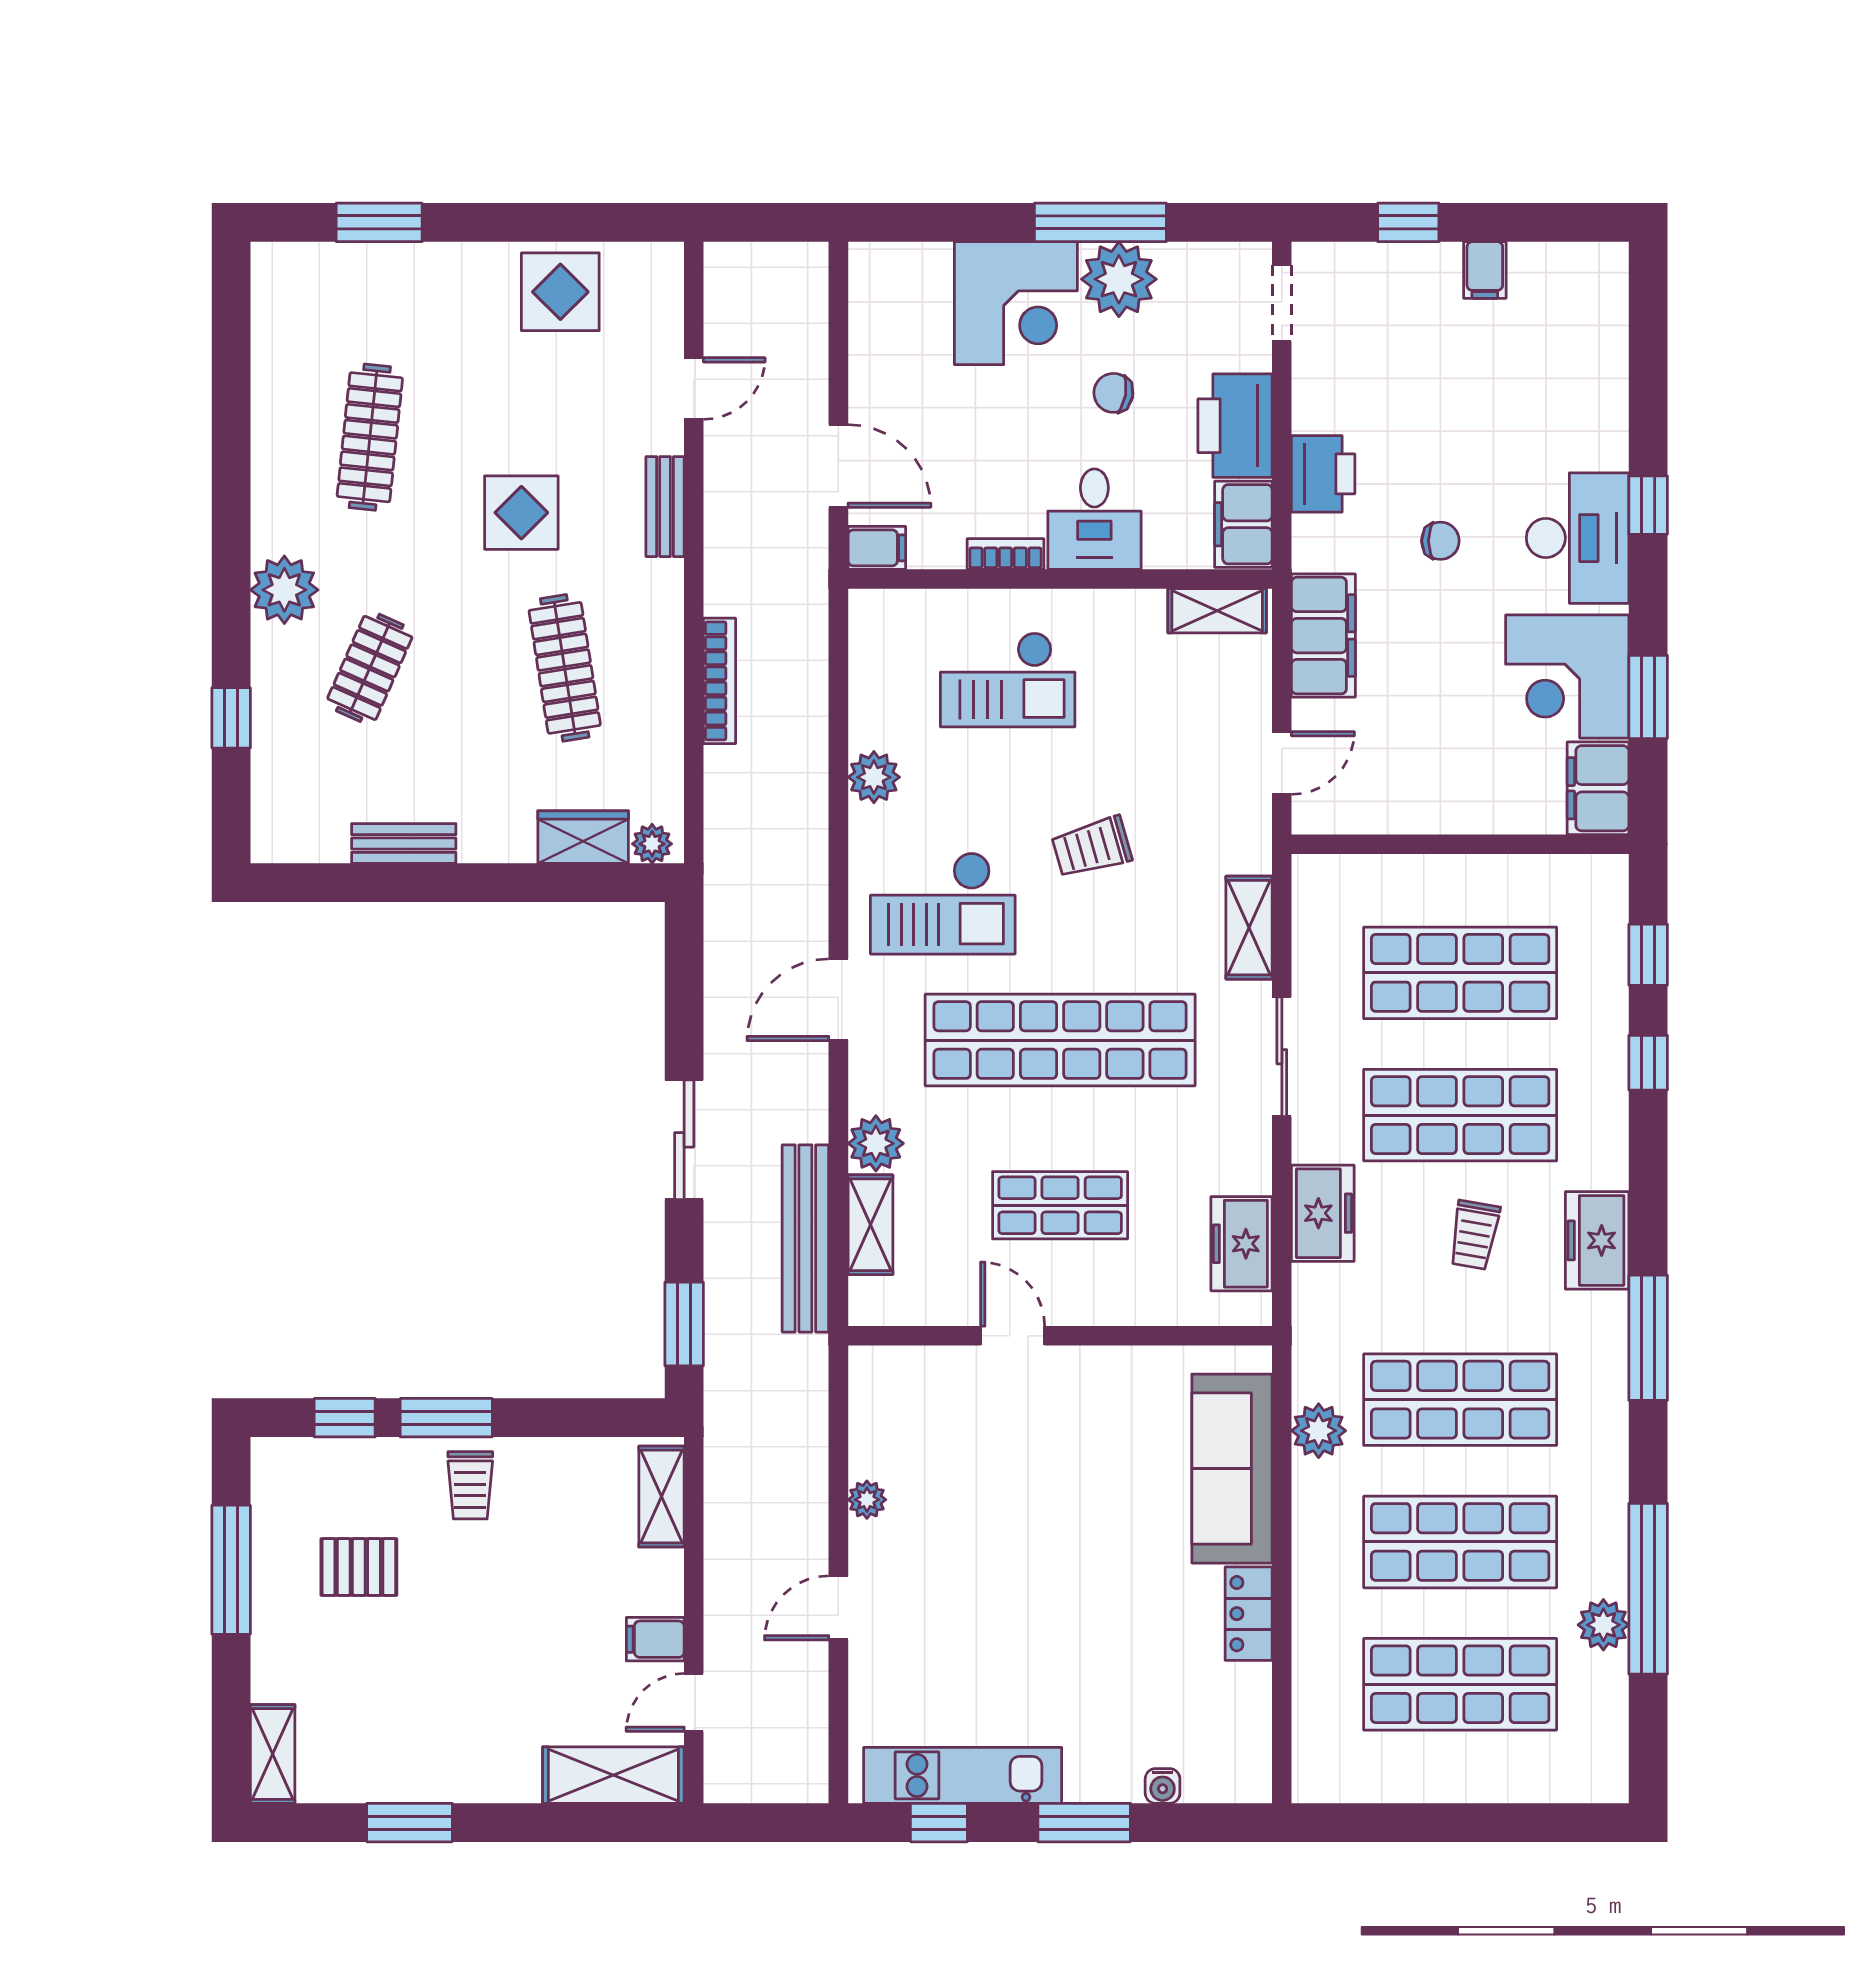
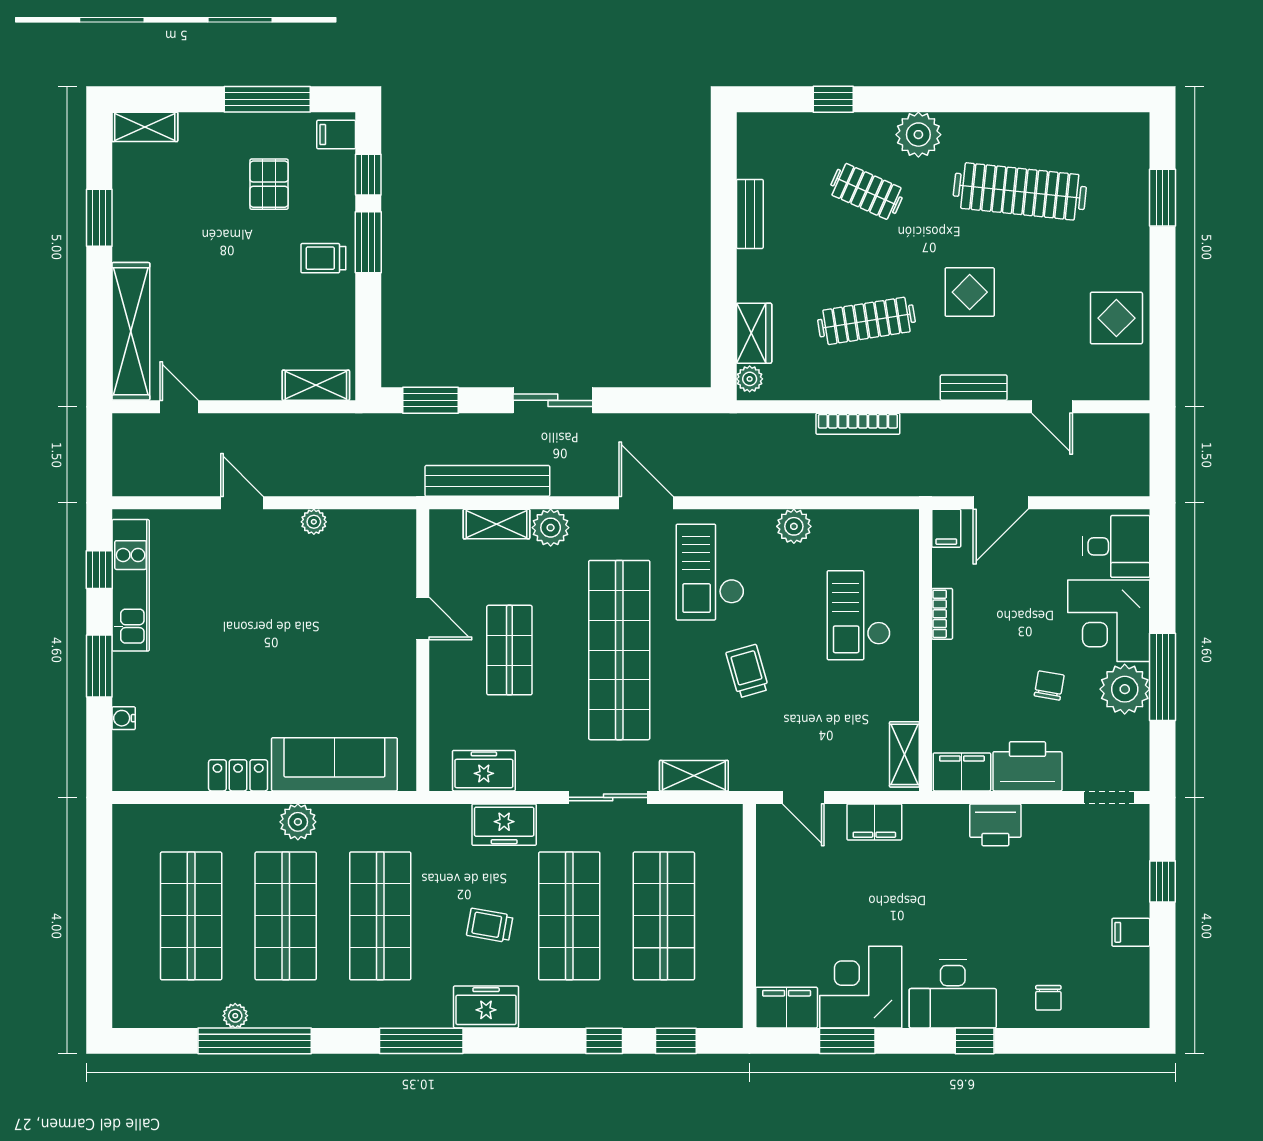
clothes rail: (370, 437) -> (1020, 191), width x1.37, depth x1.31
desk: (1094, 519) -> (1116, 546), moved, turned 180
chair: (1440, 541) -> (1048, 998), moved
filing cabinet: (1323, 636) -> (874, 822), width x0.67, depth x0.86
door: (1013, 1336) -> (423, 619), hinge flipped
plant: (1319, 1431) -> (298, 822), moved
plant: (1603, 1625) -> (235, 1016), width x0.73, depth x0.73
filing cabinet: (655, 1639) -> (336, 135), moved, turned -90
shelving: (613, 1775) -> (131, 331), width x1.47

